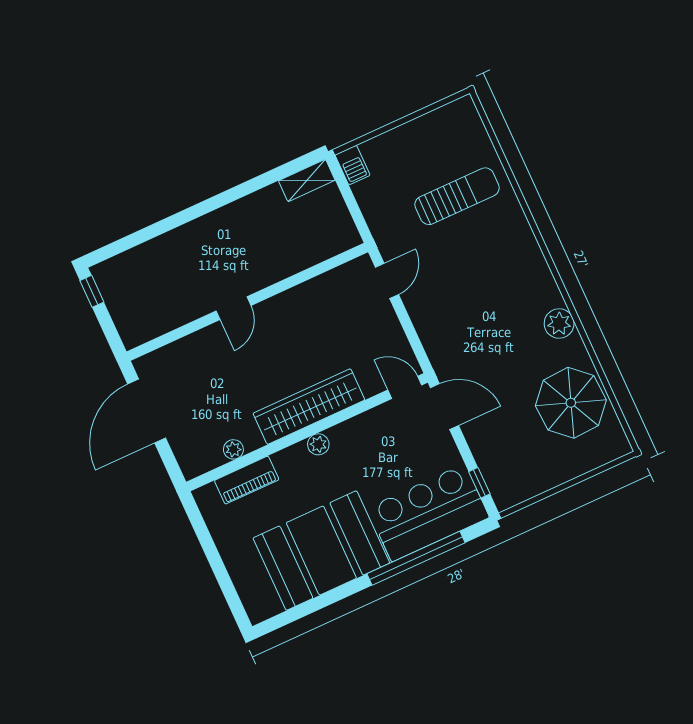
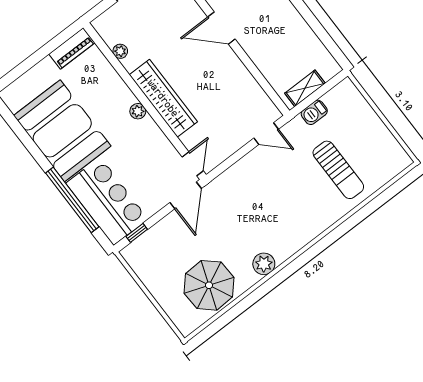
barbecue: (353, 165) -> (314, 112), moved
shelving: (307, 181) -> (305, 88), moved, turned 90
door: (233, 308) -> (221, 28), width x1.38
piano: (247, 480) -> (72, 48), moved, turned -90

